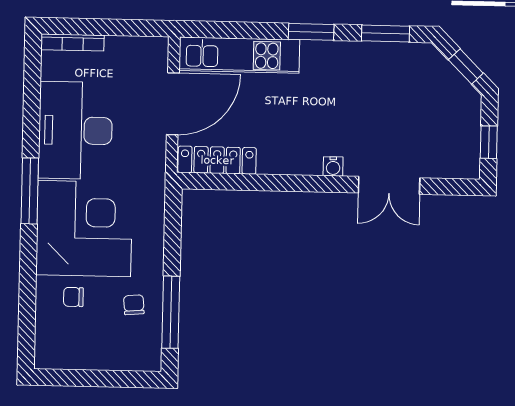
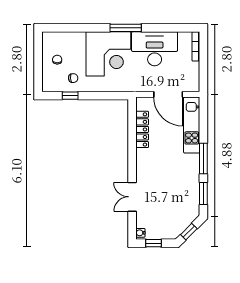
window: (311, 32) -> (203, 159), width x1.44
locker: (217, 160) -> (142, 129), moved
water cooler: (333, 166) -> (140, 233), moved
chair: (73, 297) -> (57, 60), moved
window: (171, 312) -> (70, 96), width x0.46

